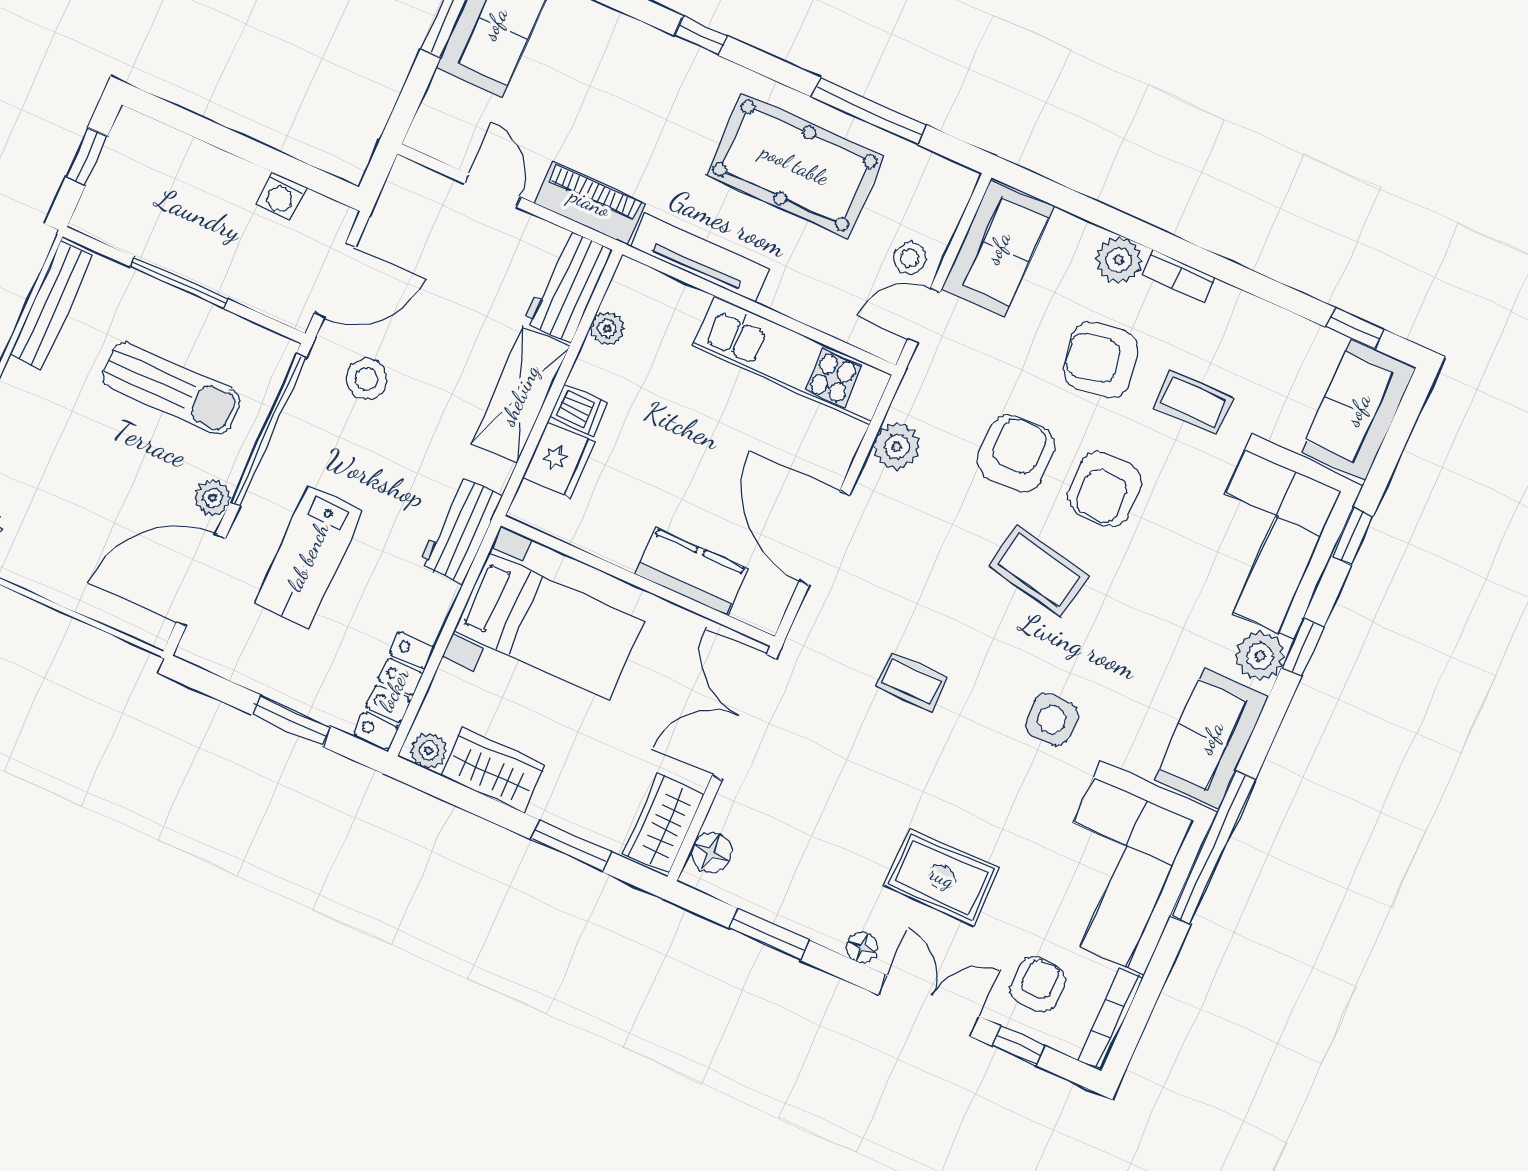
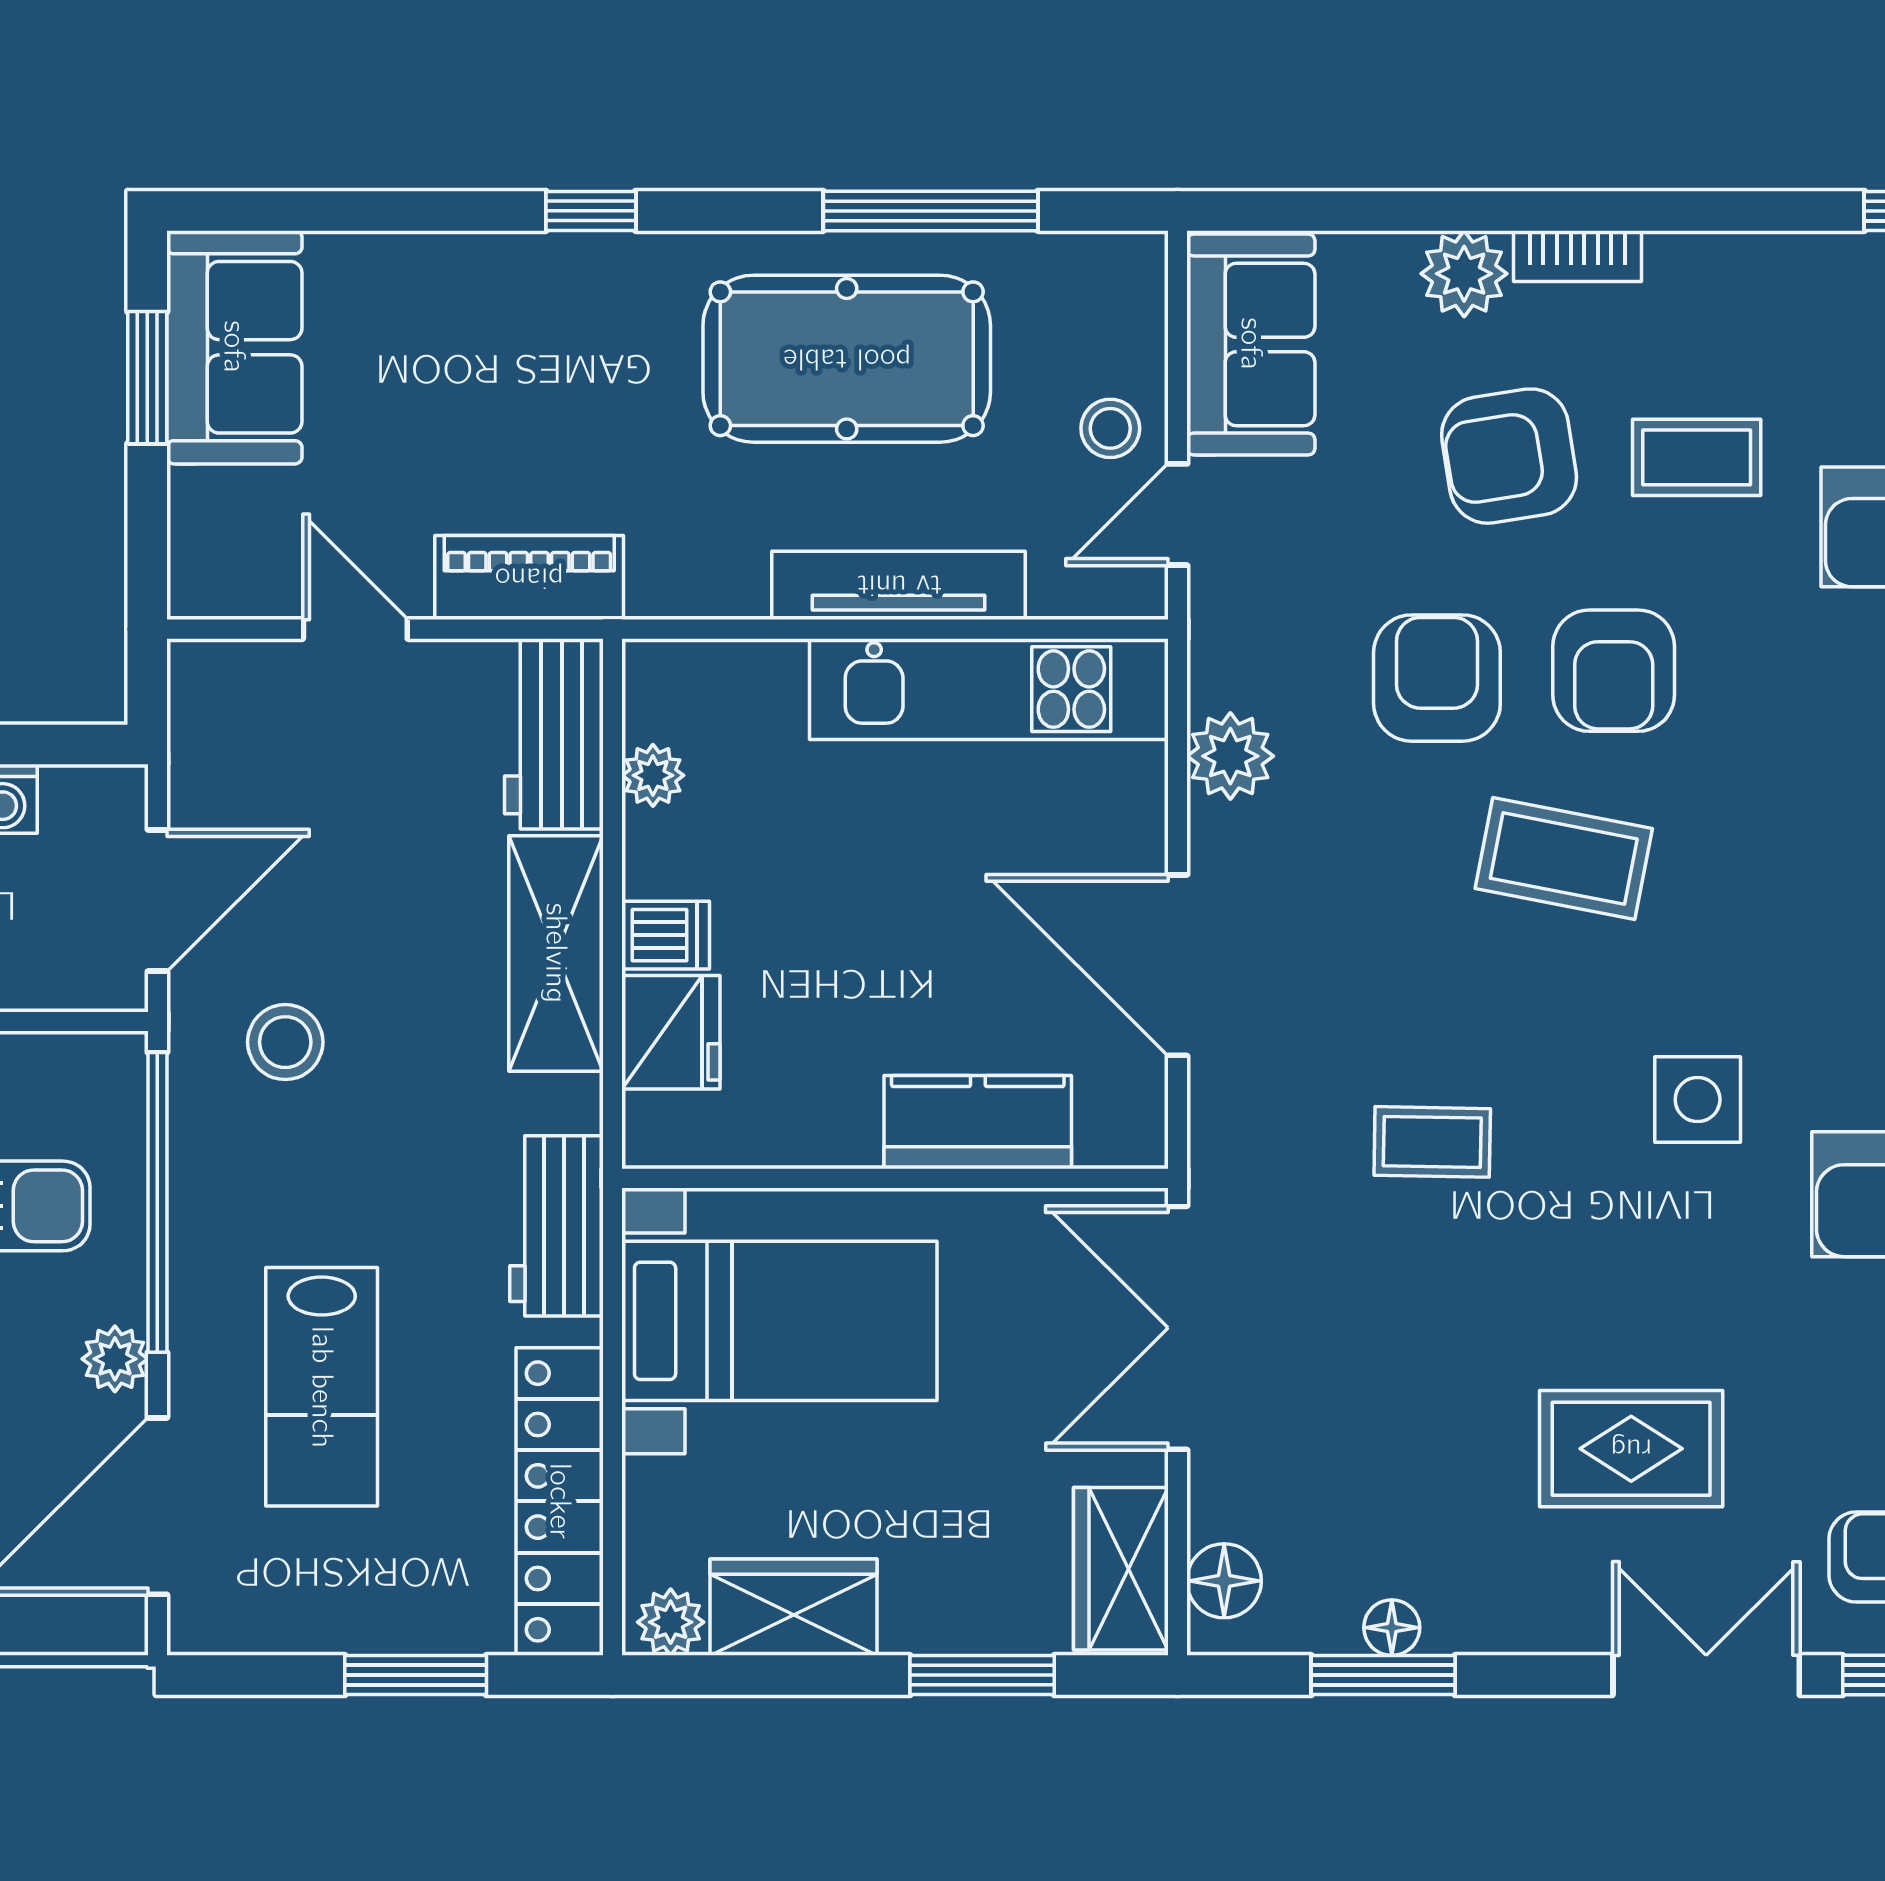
tv unit: (700, 257) -> (899, 585), moved
locker: (394, 690) -> (560, 1501), width x1.41, depth x1.21
floor lamp: (862, 948) -> (1392, 1628), moved

